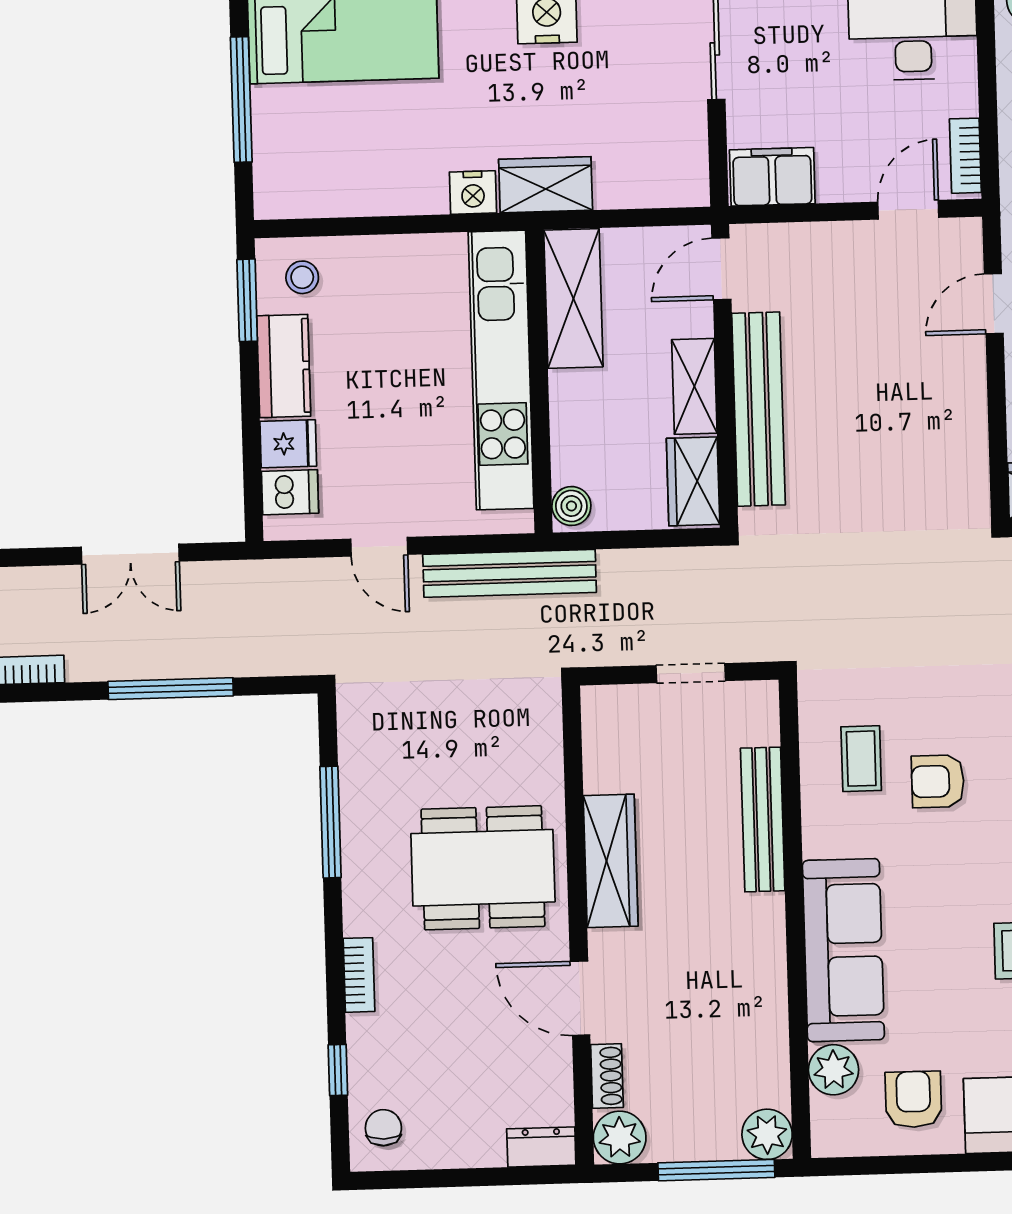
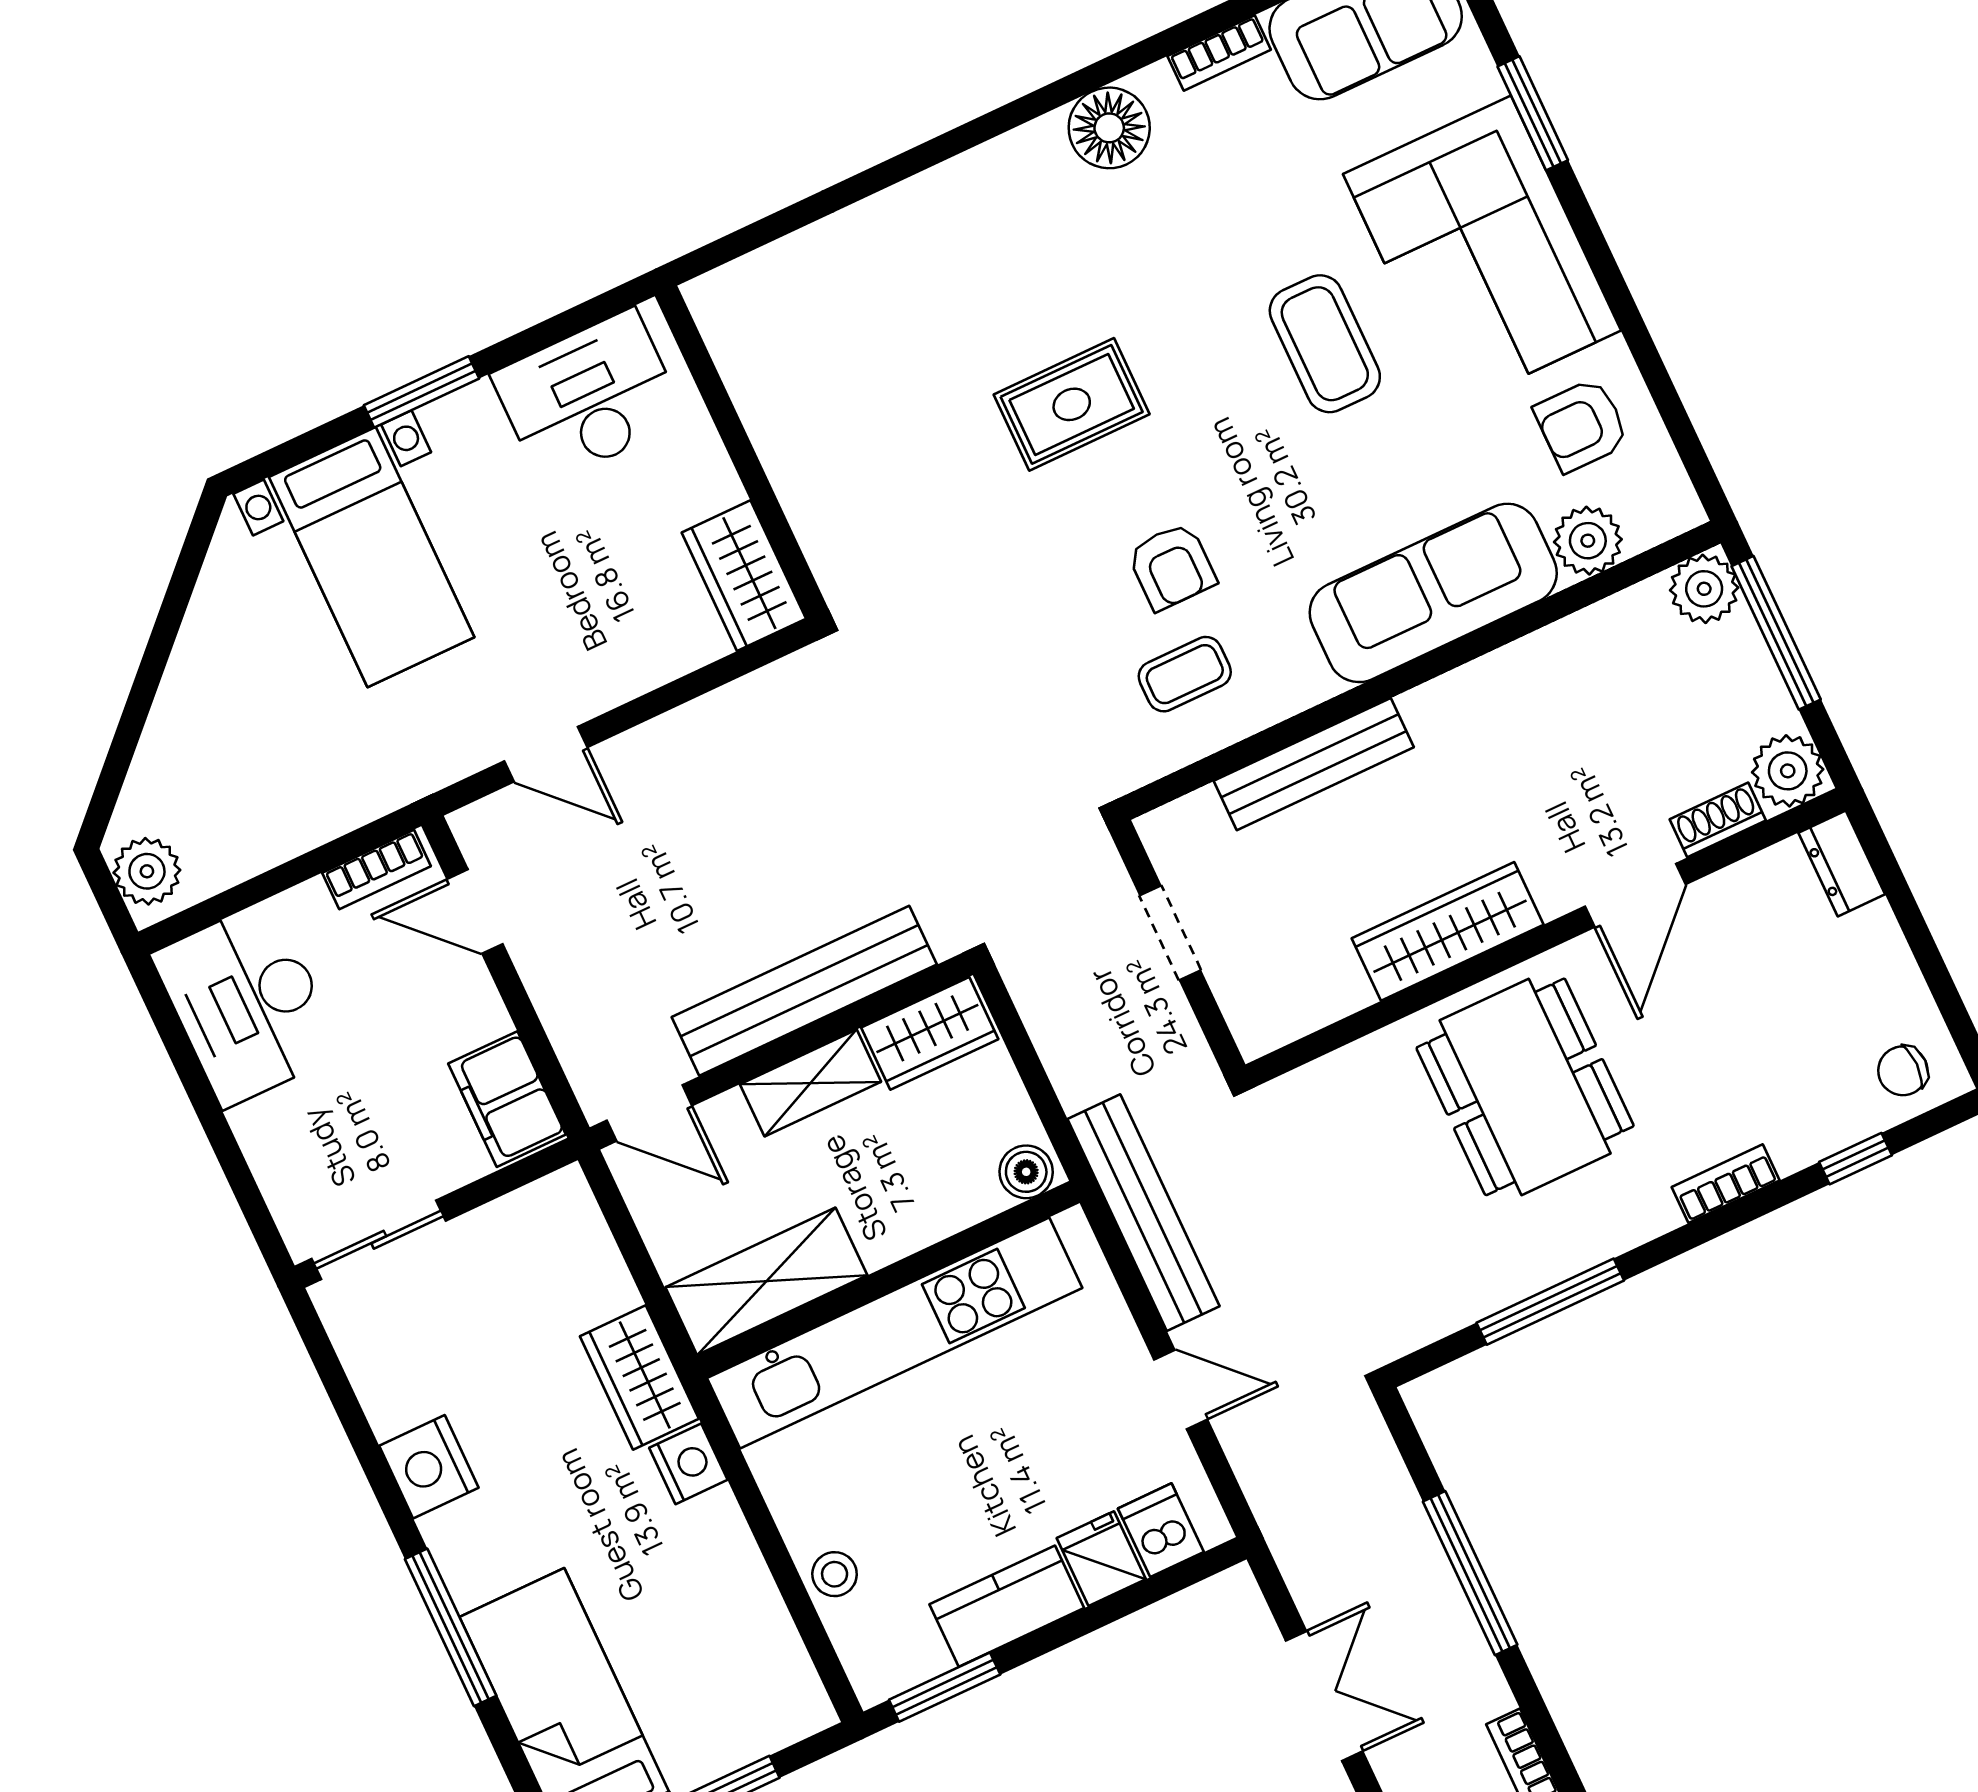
stool: (302, 277) -> (835, 1574), moved
door: (379, 547) -> (1181, 1390), hinge flipped

